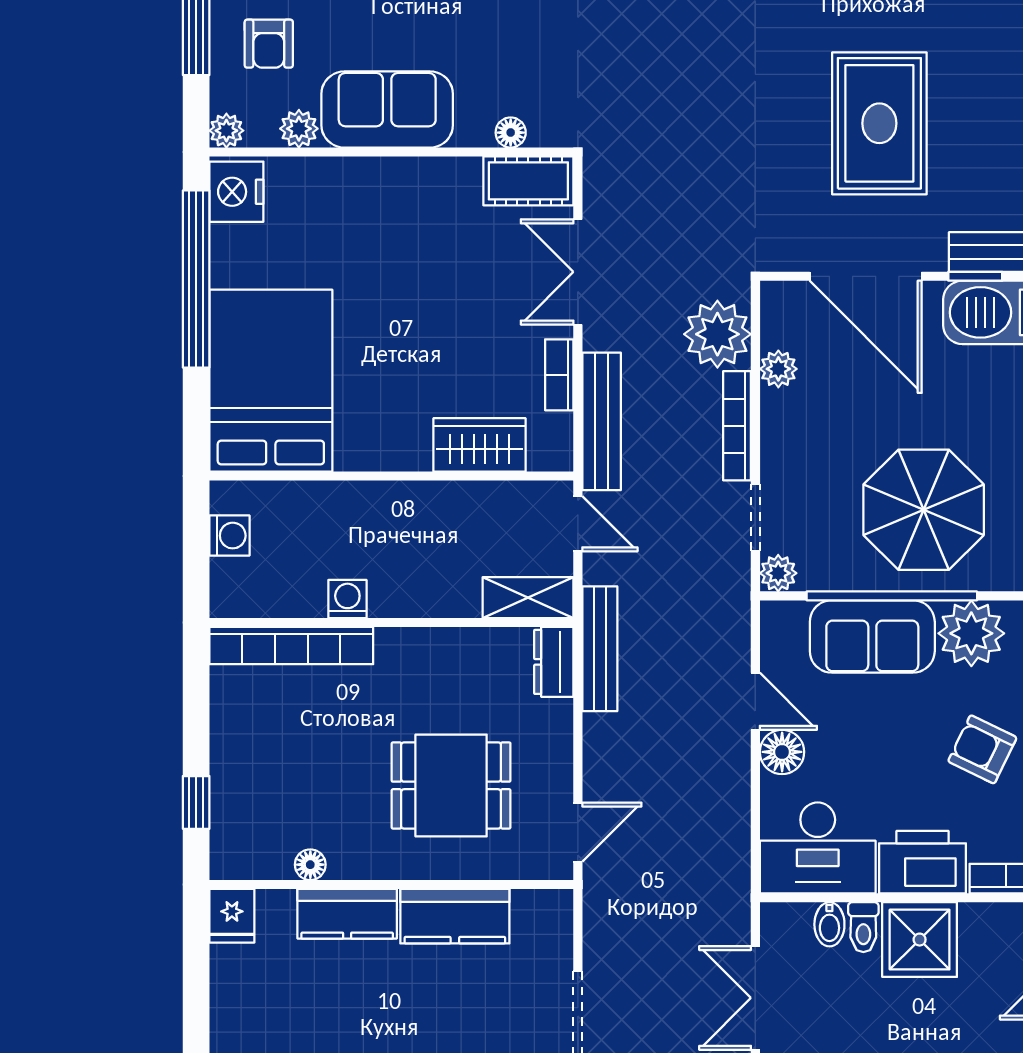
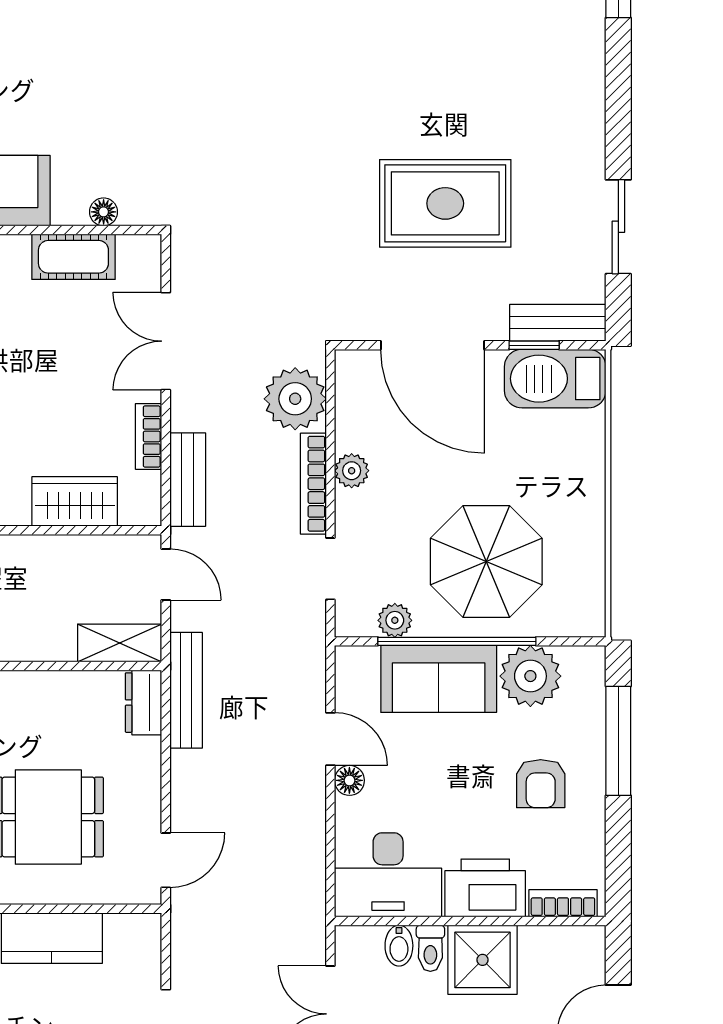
rug: (879, 123) -> (445, 203), turned 90
cot: (528, 181) -> (73, 257), moved
plant: (778, 369) -> (352, 471), moved
bench: (602, 421) -> (188, 480), width x0.73
plant: (778, 573) -> (395, 620), moved
armchair: (982, 749) -> (541, 784), turned -116
floor lamp: (782, 752) -> (349, 780), width x0.73, depth x0.73

